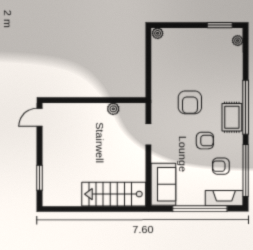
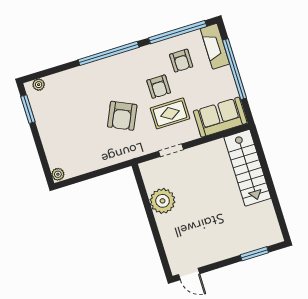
armchair: (190, 102) -> (122, 116), turned 115
plant: (113, 109) -> (162, 201), width x1.88, depth x1.88
rug: (232, 117) -> (170, 113), moved
armchair: (205, 141) -> (159, 87), turned 180

